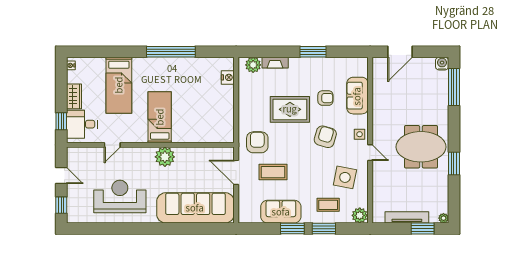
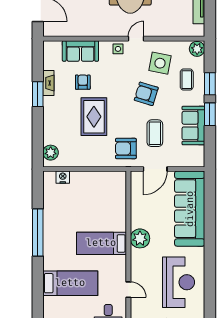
fireplace: (275, 63) -> (48, 83), moved
armchair: (325, 137) -> (146, 94), moved
reception desk: (120, 196) -> (179, 282), turned 180

